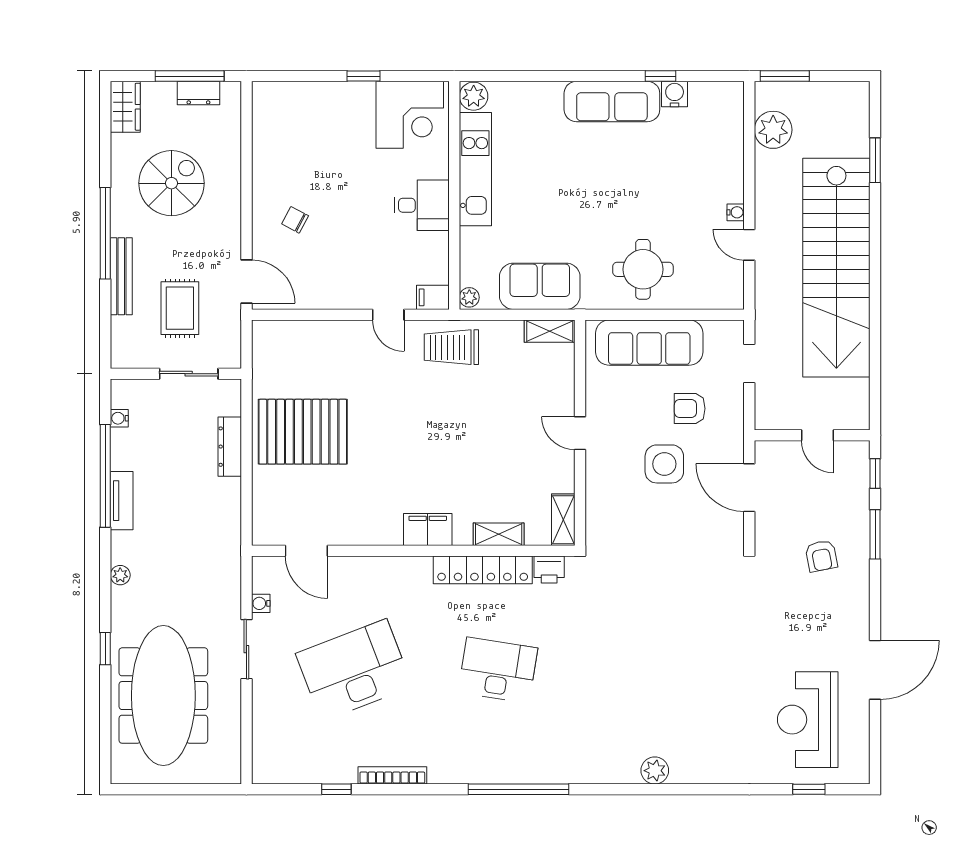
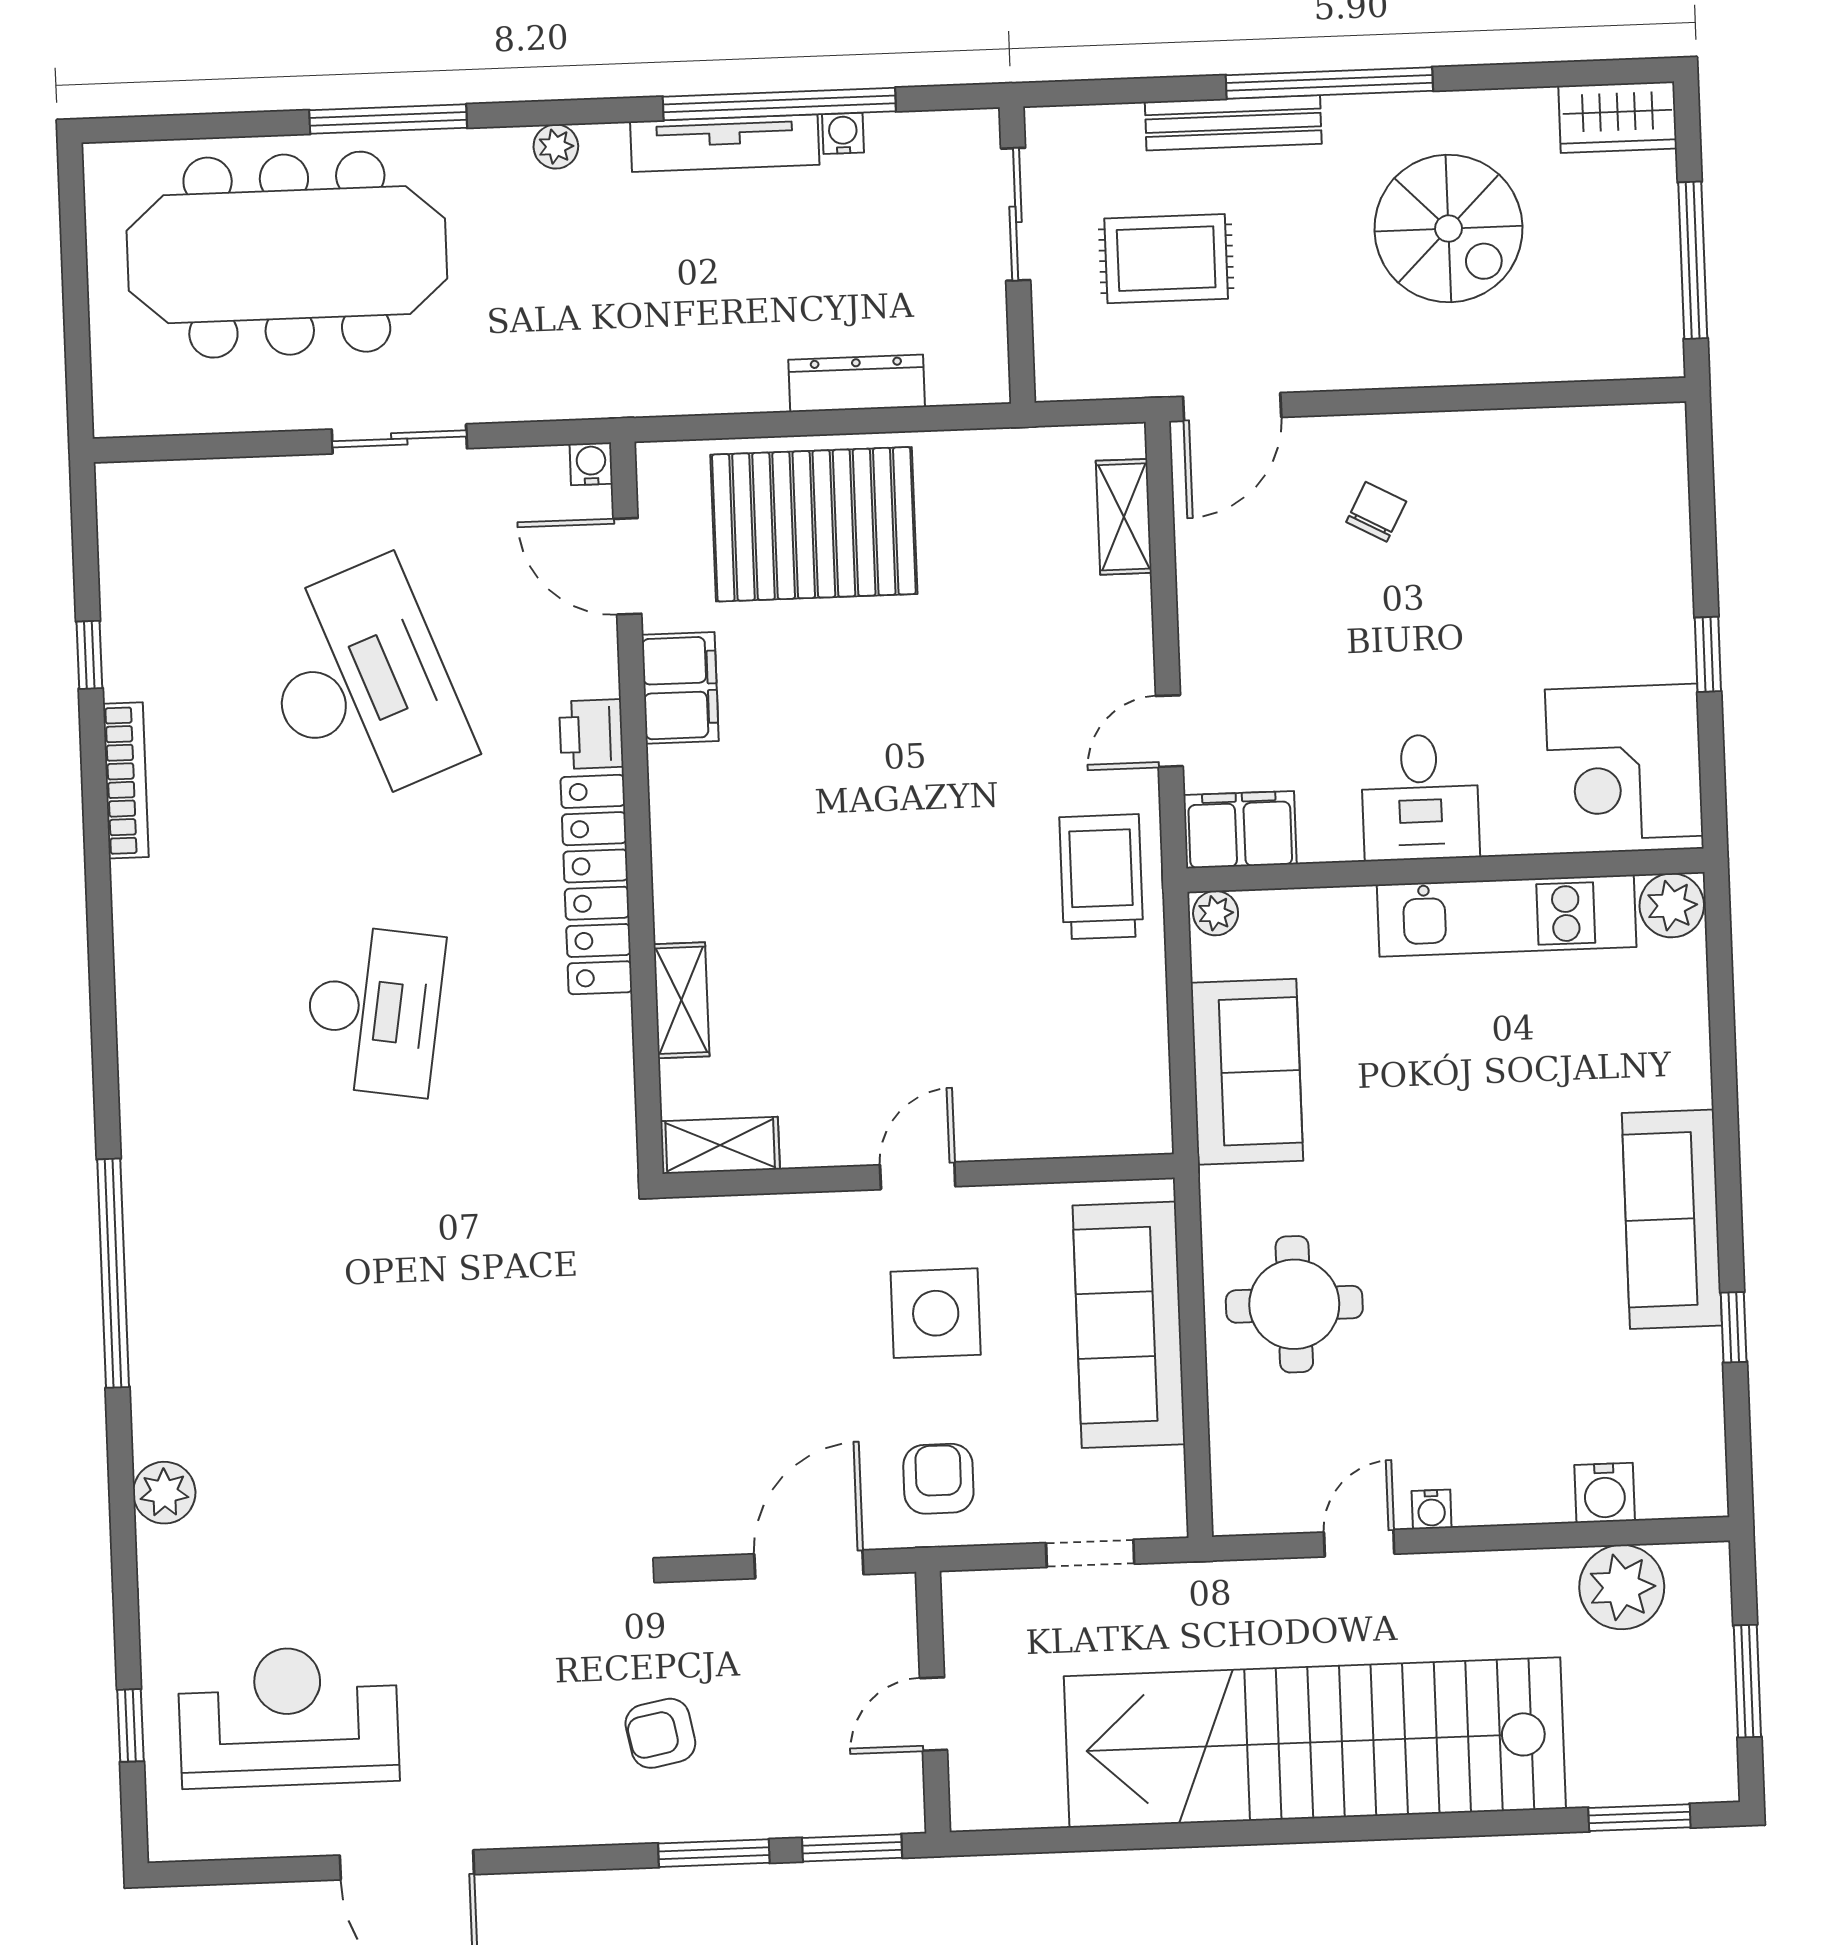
window: (785, 76) -> (1747, 1681), moved
dresser: (198, 93) -> (1655, 282), removed
water cooler: (675, 94) -> (1605, 1493), moved, turned 90
window: (875, 160) -> (1639, 1818), moved
filing cabinet: (433, 297) -> (1240, 830), width x2.00
shelving: (550, 331) -> (1124, 517), moved
sliding door: (189, 374) -> (1016, 214), moved
armchair: (690, 409) -> (938, 1479), moved
water cooler: (119, 418) -> (843, 133), moved
pallet: (303, 432) -> (814, 524), moved, turned 90
side table: (664, 464) -> (936, 1313), moved
window: (875, 473) -> (852, 1848), width x1.50
tv unit: (122, 501) -> (725, 143), width x1.41
filing cabinet: (428, 530) -> (680, 688), moved
door: (306, 551) -> (627, 566), hinge flipped
printer: (549, 569) -> (591, 734), moved
locker: (483, 570) -> (596, 885), moved
water cooler: (261, 603) -> (591, 464), moved
window: (105, 649) -> (388, 119), width x2.17
plant: (655, 771) -> (164, 1493), moved
window: (519, 789) -> (113, 1273), moved

